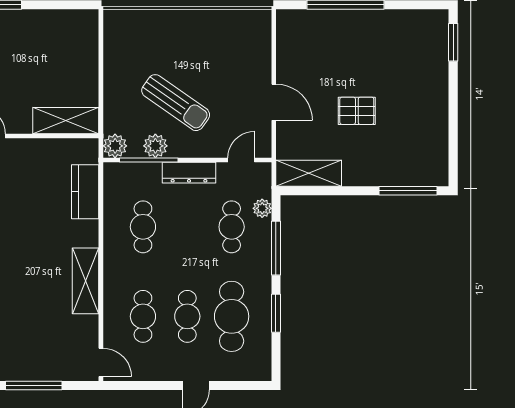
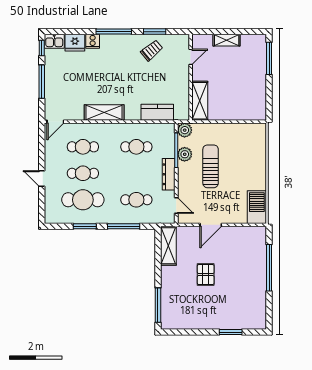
barbecue: (244, 25) -> (257, 207), added
window: (453, 42) -> (231, 332), moved
sun lounger: (176, 103) -> (211, 166), turned 145
plant: (262, 208) -> (147, 218), removed

